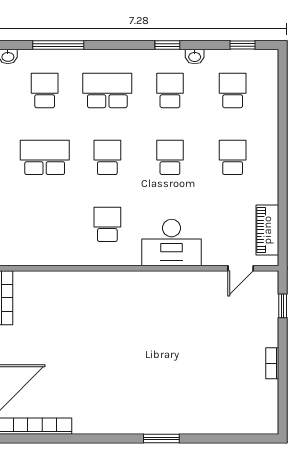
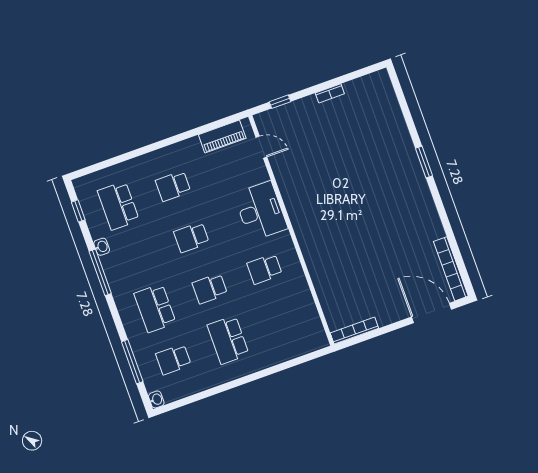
window: (167, 45) -> (100, 272), width x2.17
school desk: (170, 91) -> (137, 257), removed
school desk: (233, 91) -> (118, 206), width x1.85

